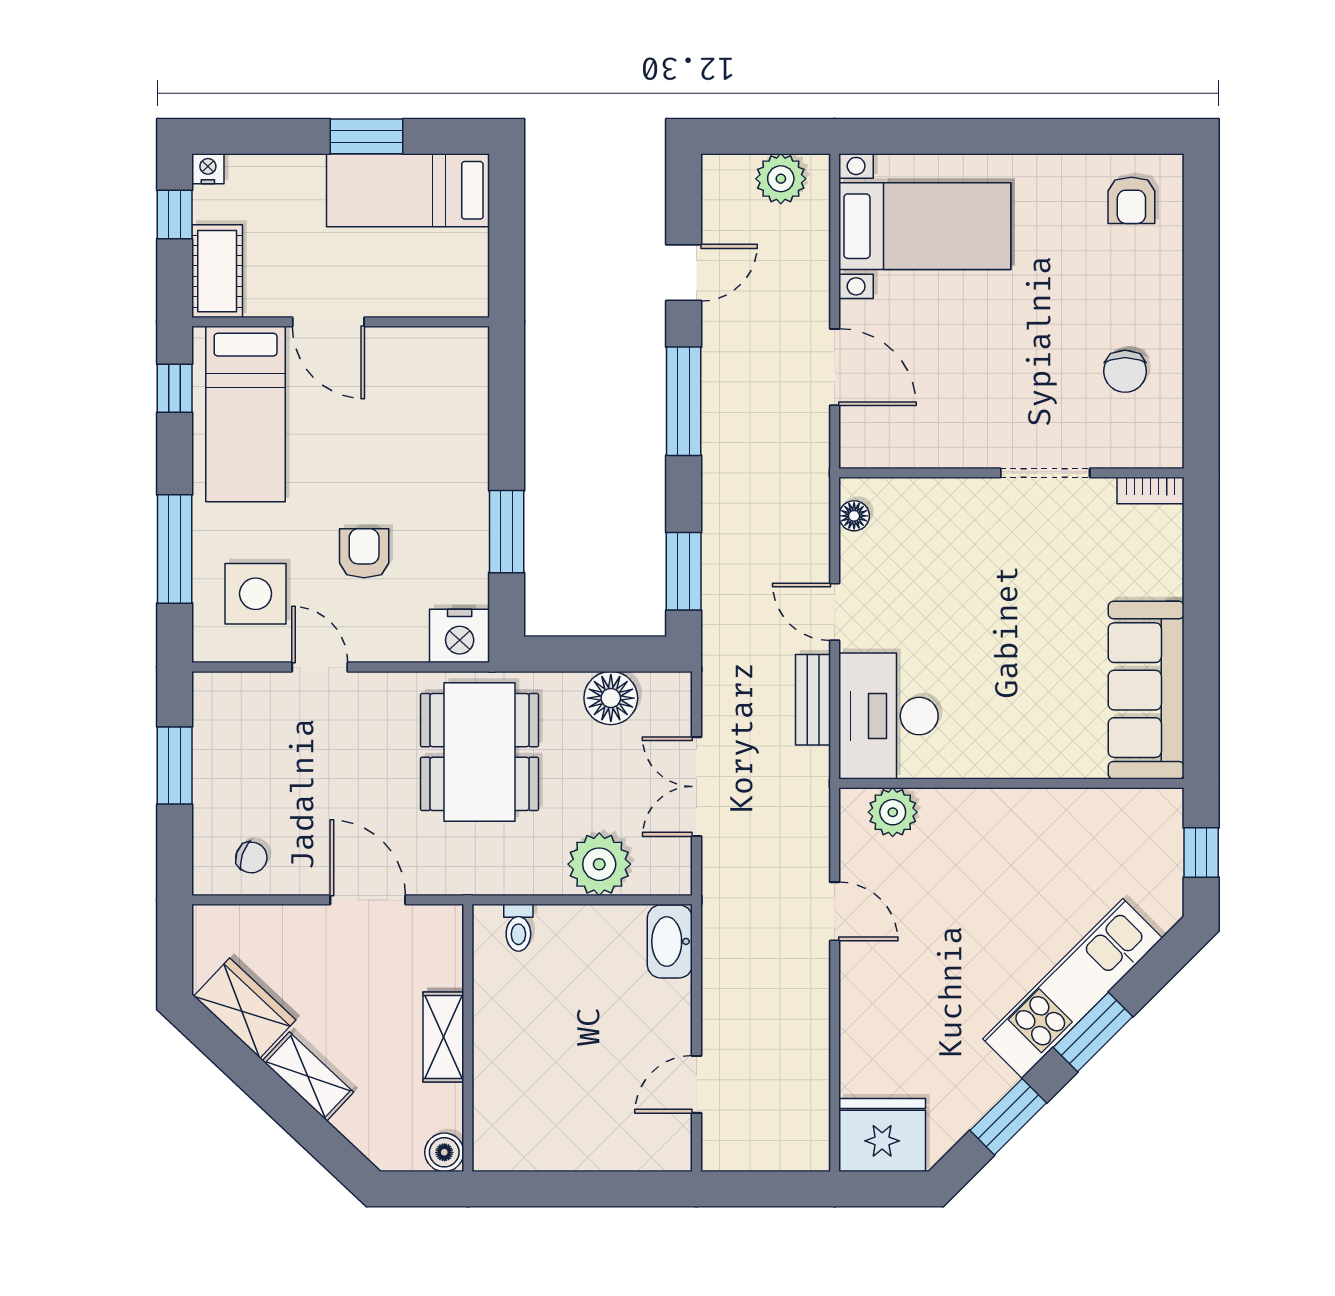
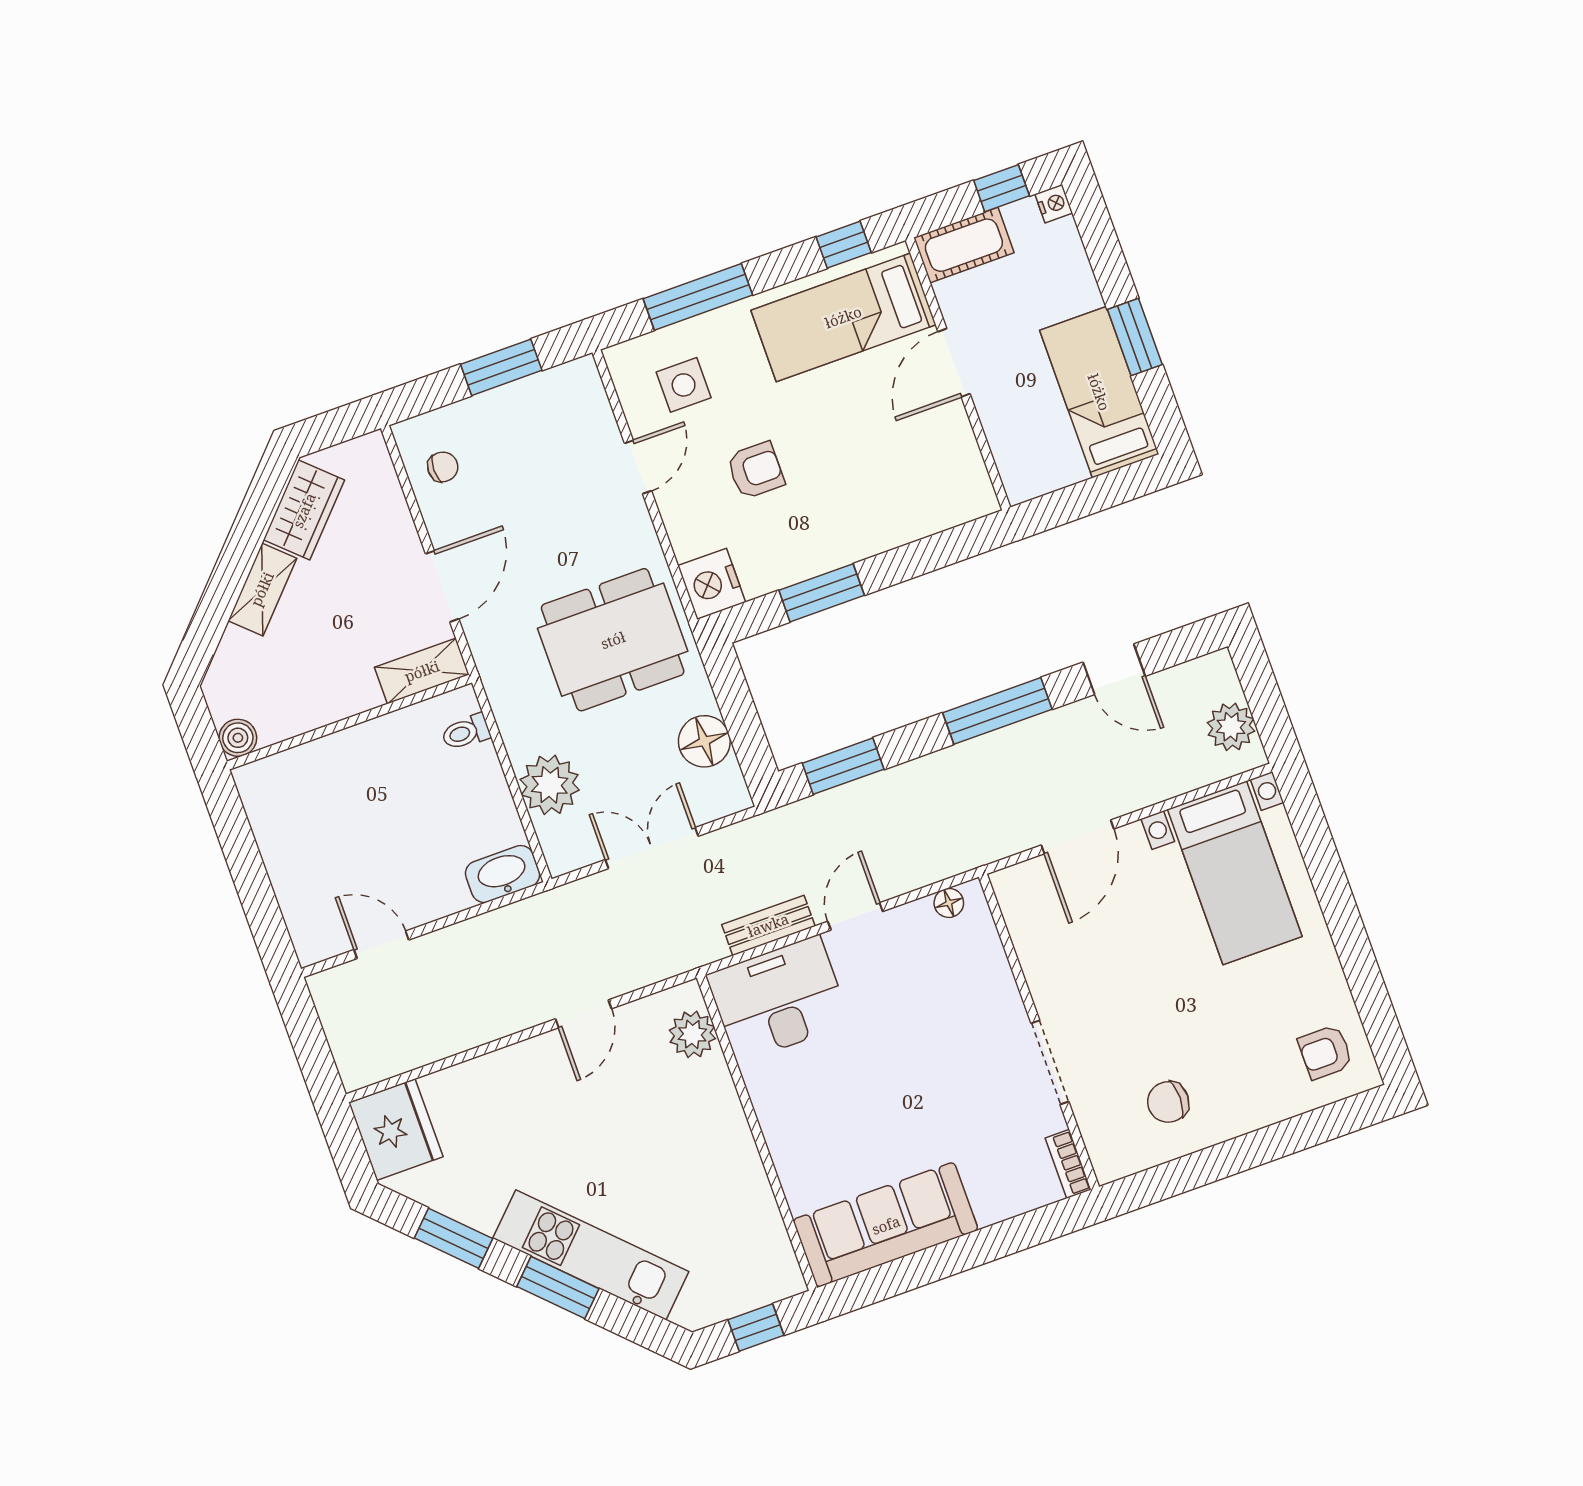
side table: (256, 594) -> (684, 385), width x0.73, depth x0.73
chair: (251, 858) -> (443, 467), turned -109
shelving: (443, 1037) -> (422, 671), moved

